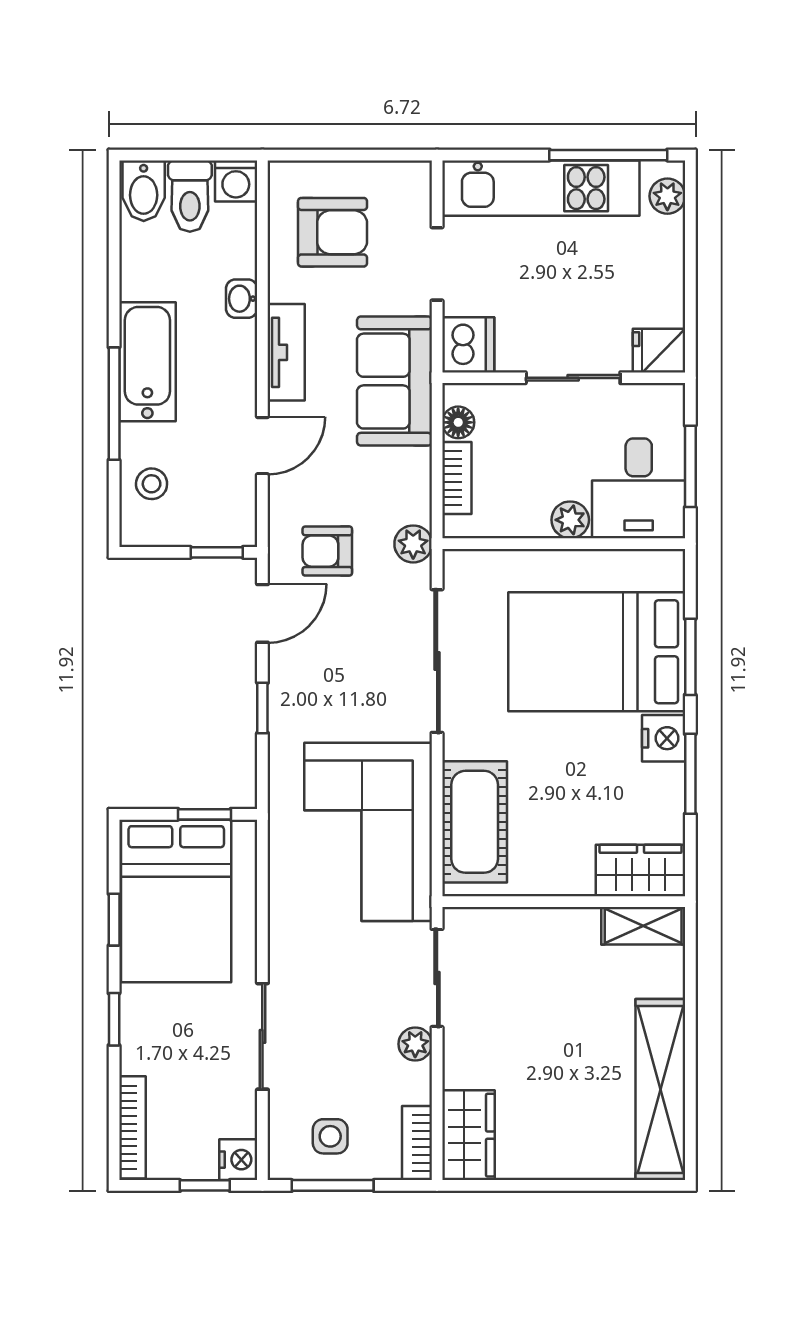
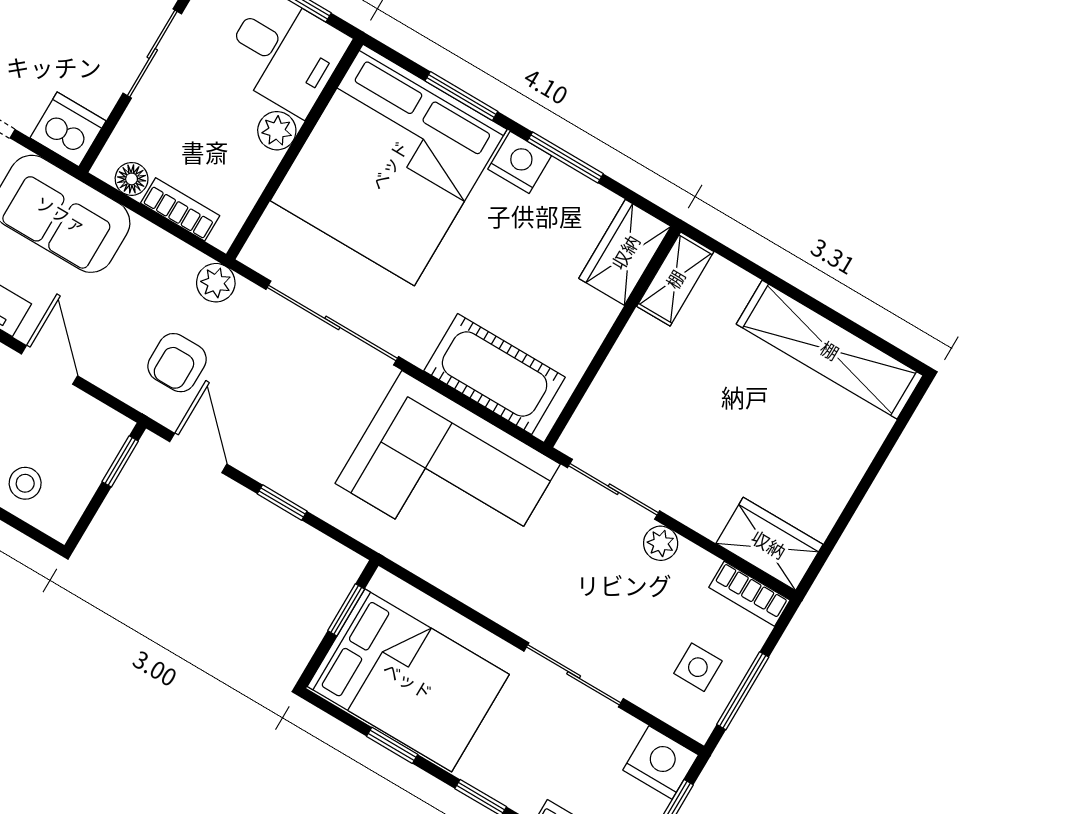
bed: (597, 652) -> (389, 165), width x1.36
nightstand: (238, 1160) -> (661, 763), width x1.36, depth x1.33

